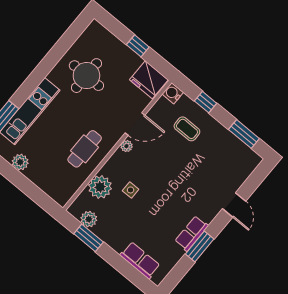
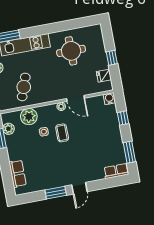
fridge: (149, 80) -> (104, 76), width x0.53, depth x0.75
coffee table: (187, 129) -> (62, 133), moved
cafe table: (85, 149) -> (24, 87), moved, turned -70
door: (234, 205) -> (79, 188), moved
row of seats: (192, 233) -> (116, 171), moved

